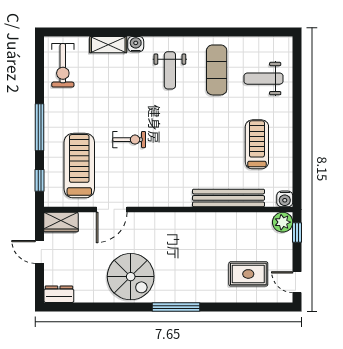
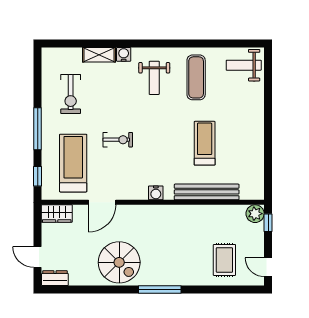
exercise bike: (63, 65) -> (71, 94), moved
weight bench: (264, 79) -> (244, 65), moved
treadmill: (257, 144) -> (205, 143), moved
water cooler: (285, 199) -> (156, 193), moved
door: (39, 252) -> (38, 257), moved
rug: (248, 274) -> (224, 260), turned 90

